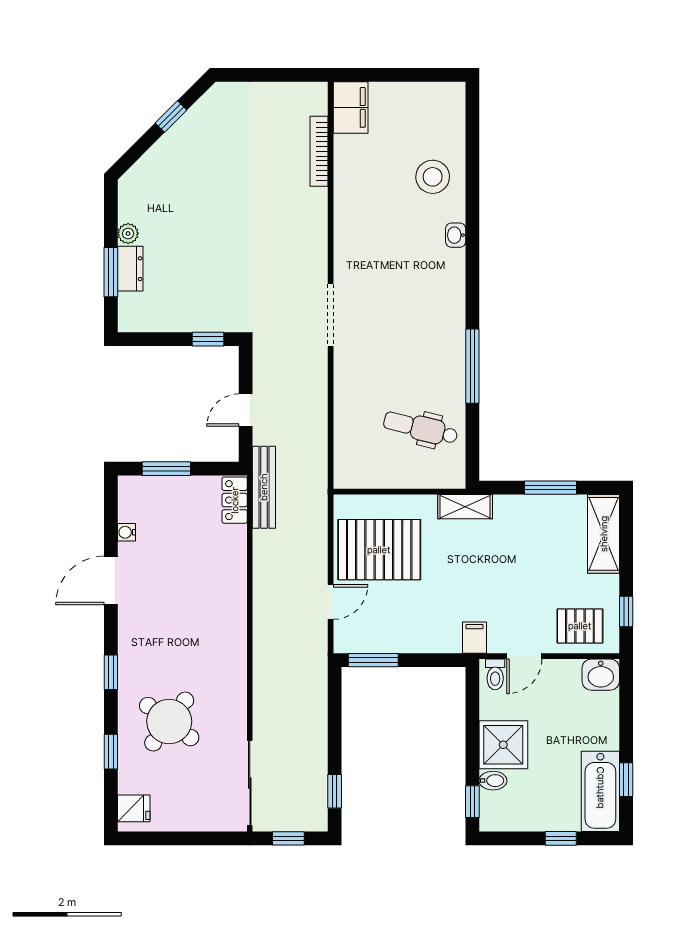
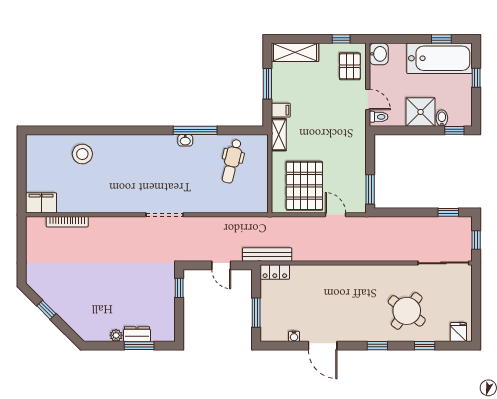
washbasin: (456, 235) -> (185, 140), moved
filing cabinet: (474, 638) -> (281, 110), moved, turned 180
bathtub: (600, 791) -> (440, 58), width x1.36, depth x1.36

